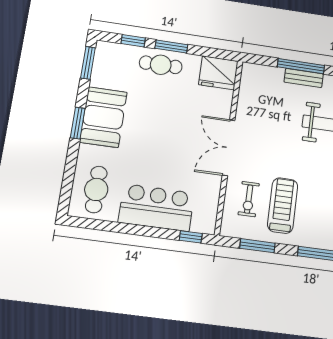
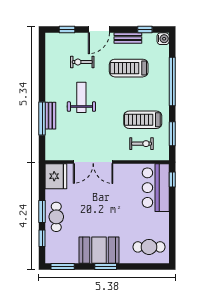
double door: (229, 148) -> (93, 162), moved
bar counter: (156, 208) -> (156, 188), moved

